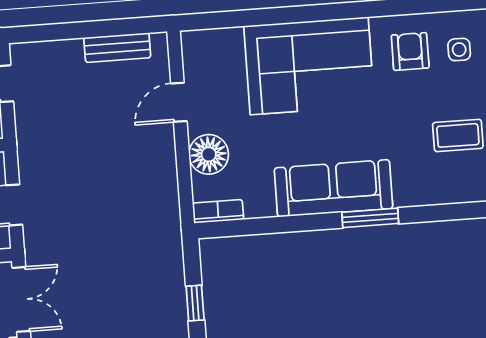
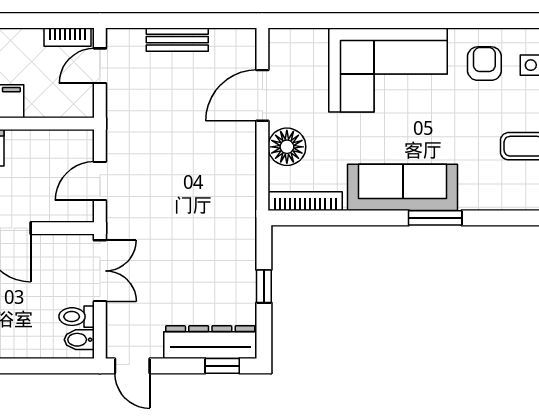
bench: (117, 48) -> (177, 40), moved
door: (179, 102) -> (262, 95), width x1.38
bookcase: (218, 211) -> (305, 201), width x1.56

